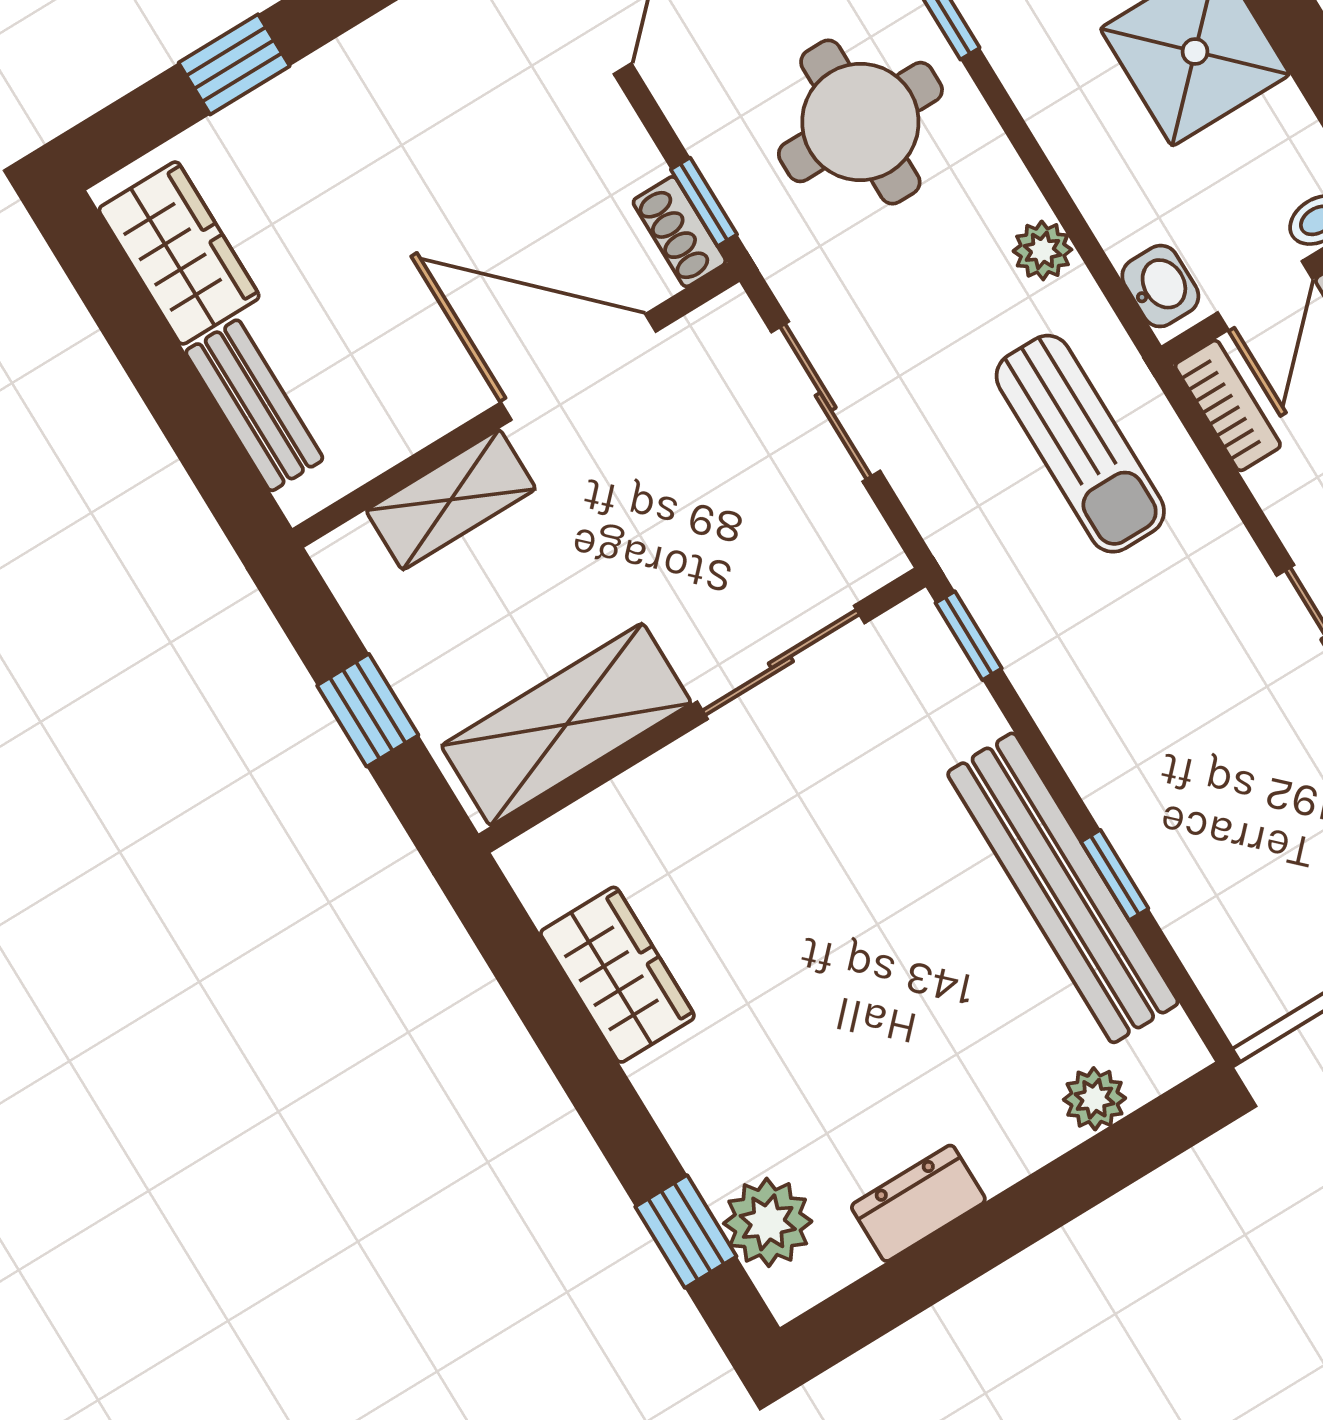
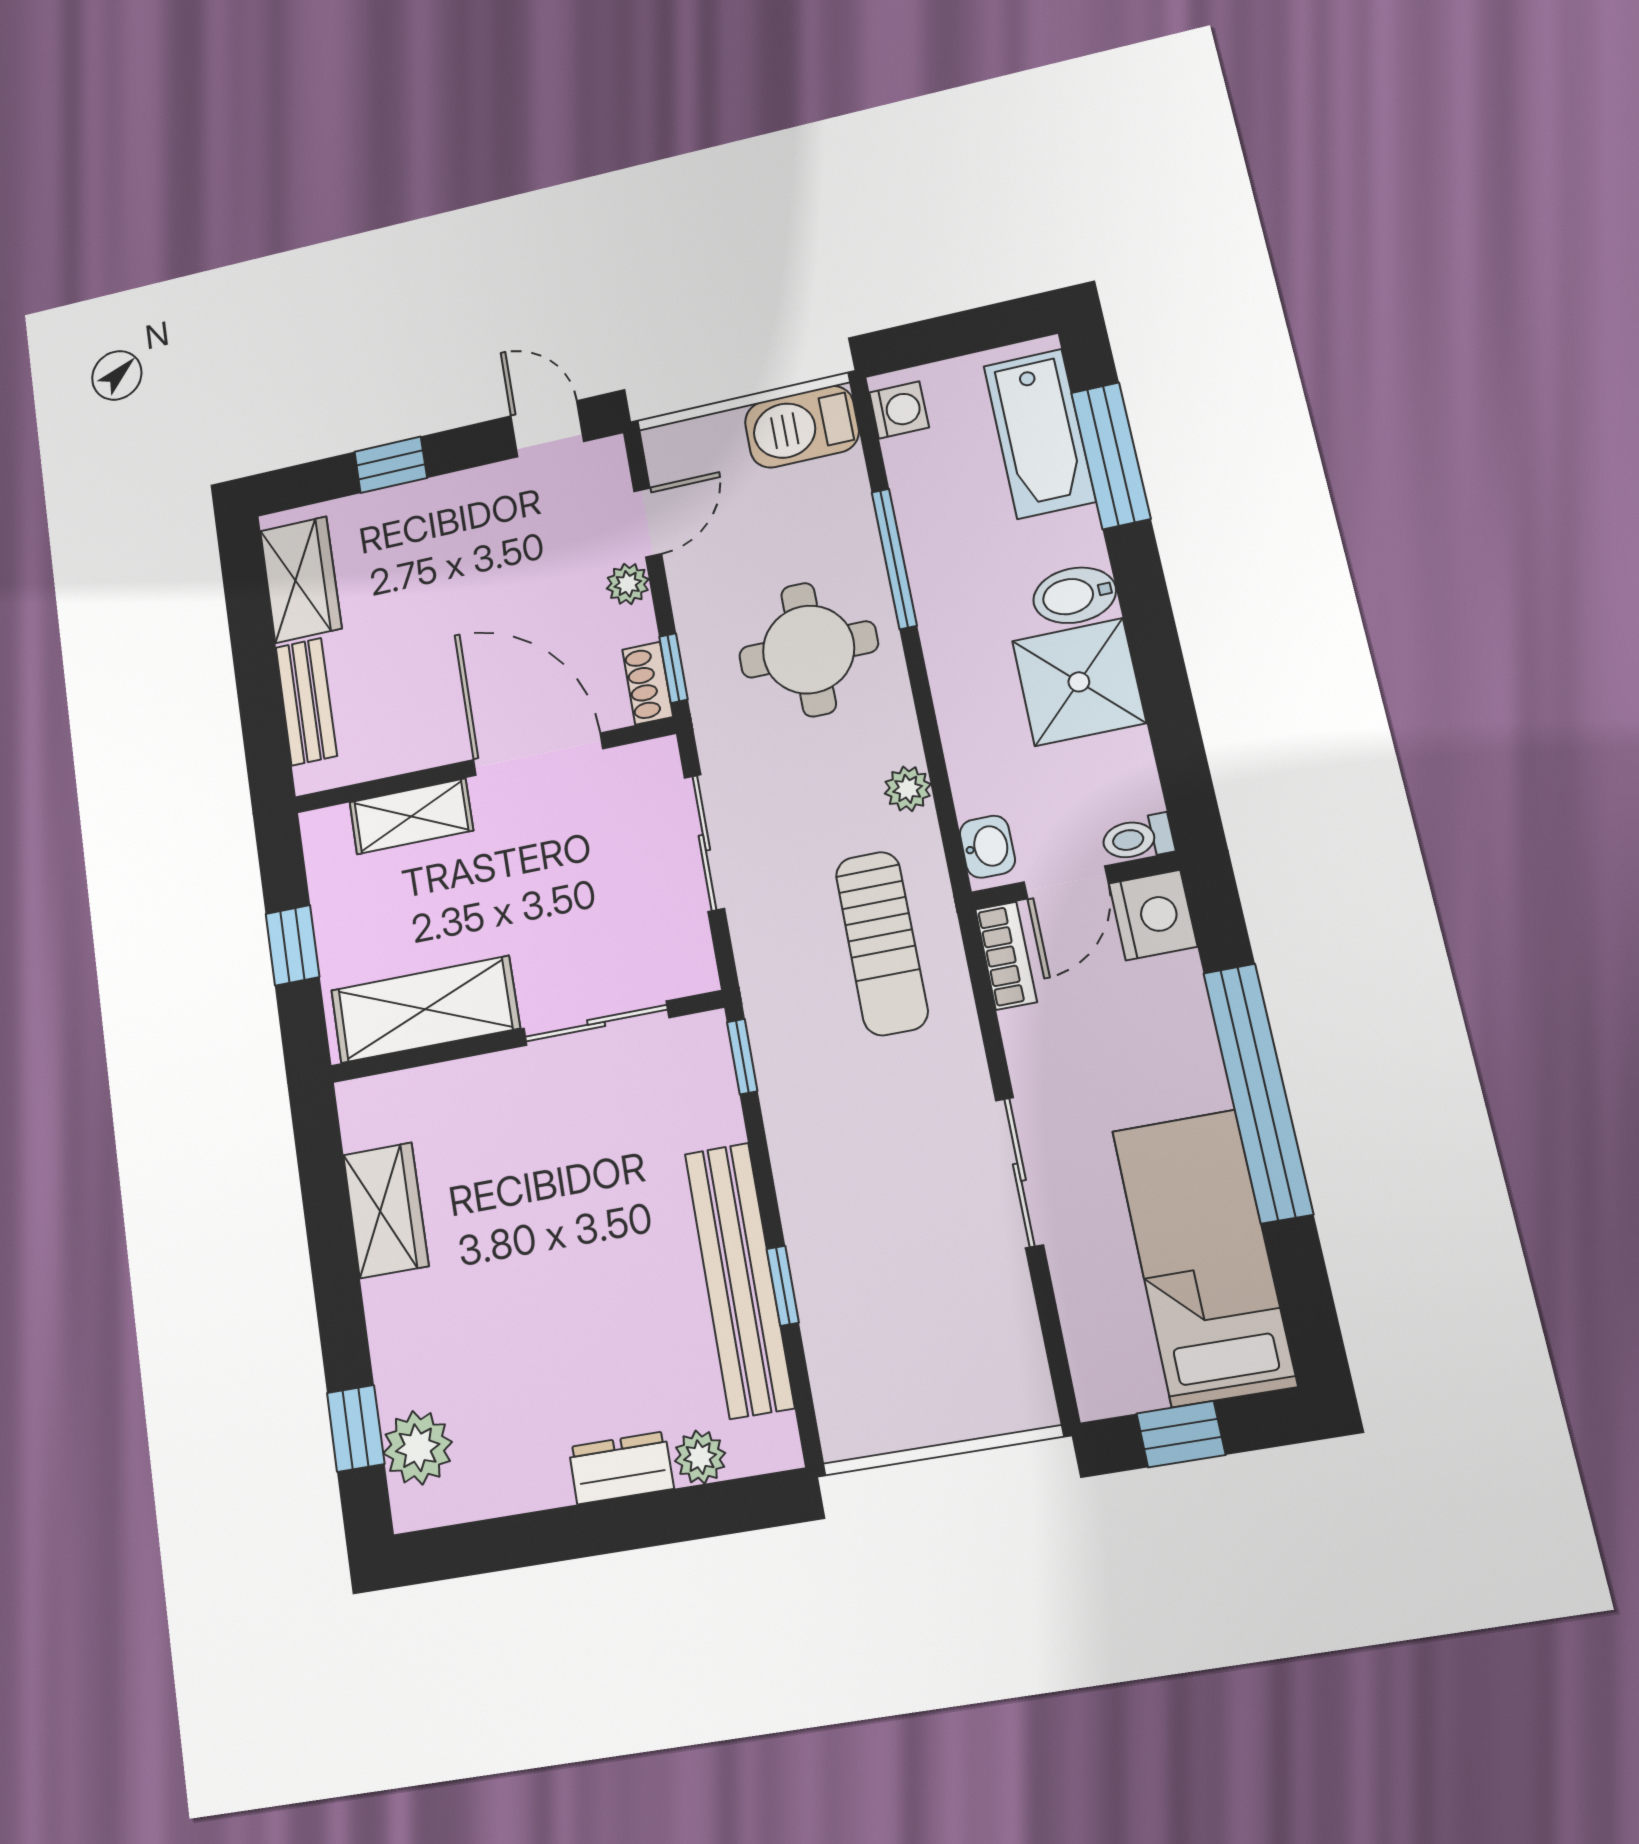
plant: (605, 116) -> (628, 584), added
dresser: (918, 1203) -> (621, 1468), moved

